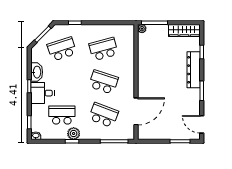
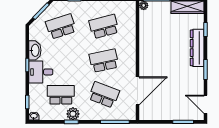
school desk: (103, 82) -> (104, 61), turned -30

